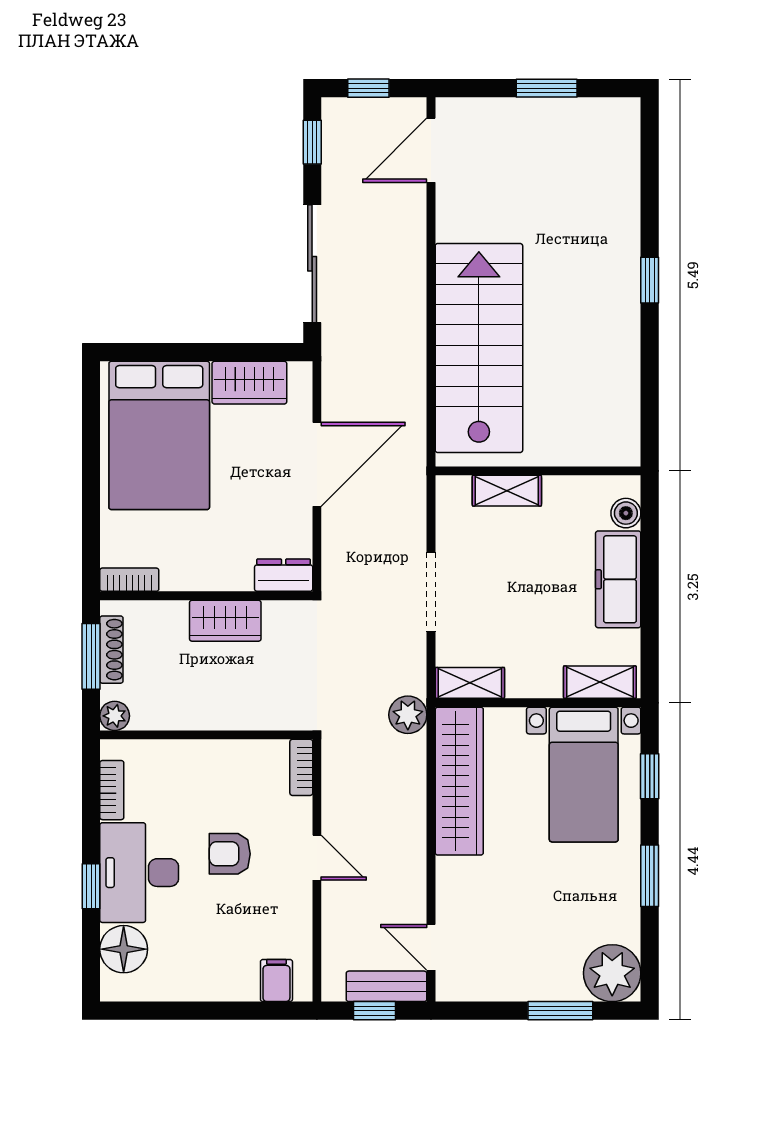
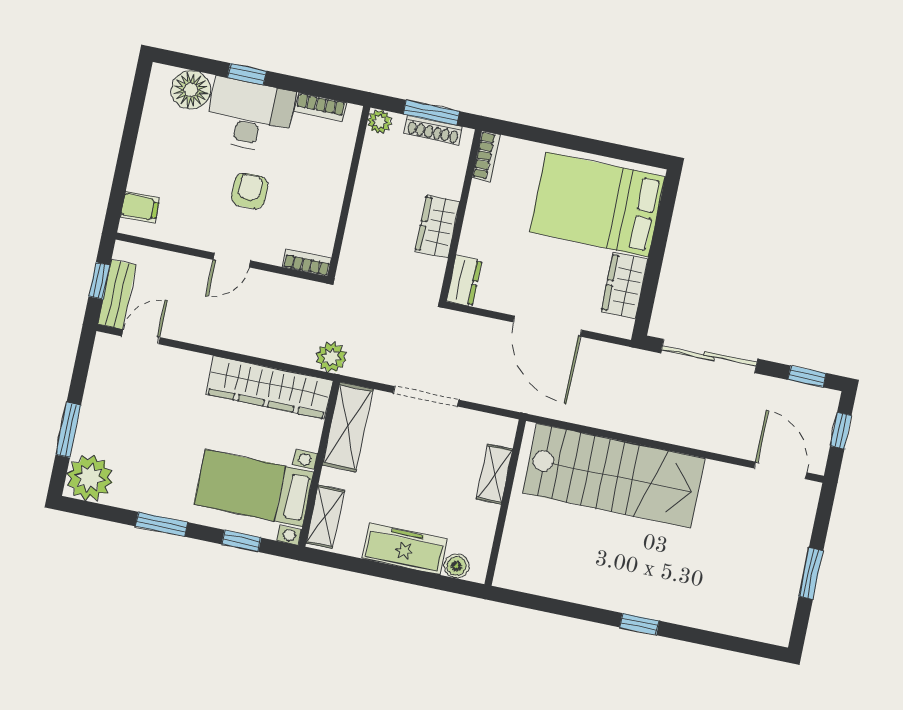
shelving: (470, 683) -> (348, 427), width x1.50, depth x1.33

